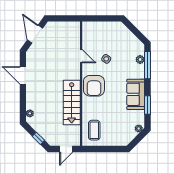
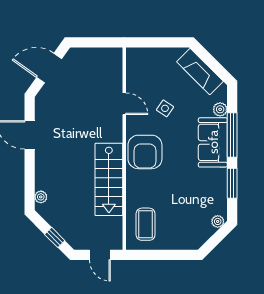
door: (35, 34) -> (49, 68), hinge flipped
fireplace: (128, 36) -> (200, 72), added
window: (148, 65) -> (232, 135), moved
sofa: (136, 94) -> (213, 142), moved
door: (66, 149) -> (100, 255), hinge flipped

